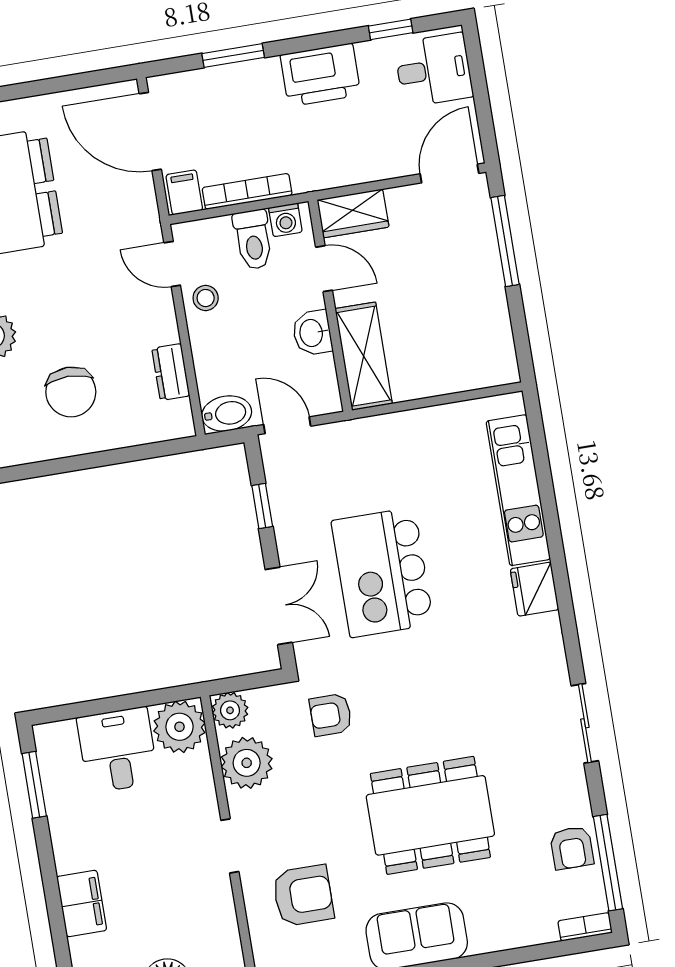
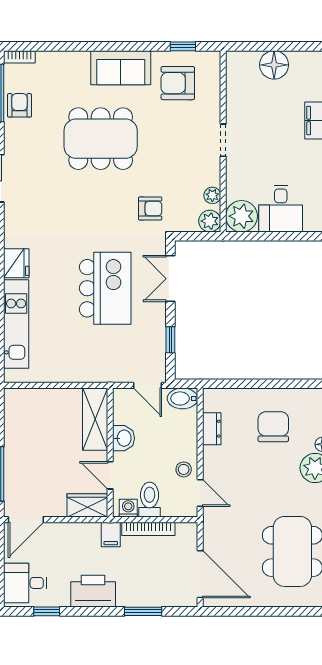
filing cabinet: (184, 192) -> (111, 535), moved
plant: (247, 763) -> (212, 195), width x0.53, depth x0.53
armchair: (303, 895) -> (178, 83), moved

